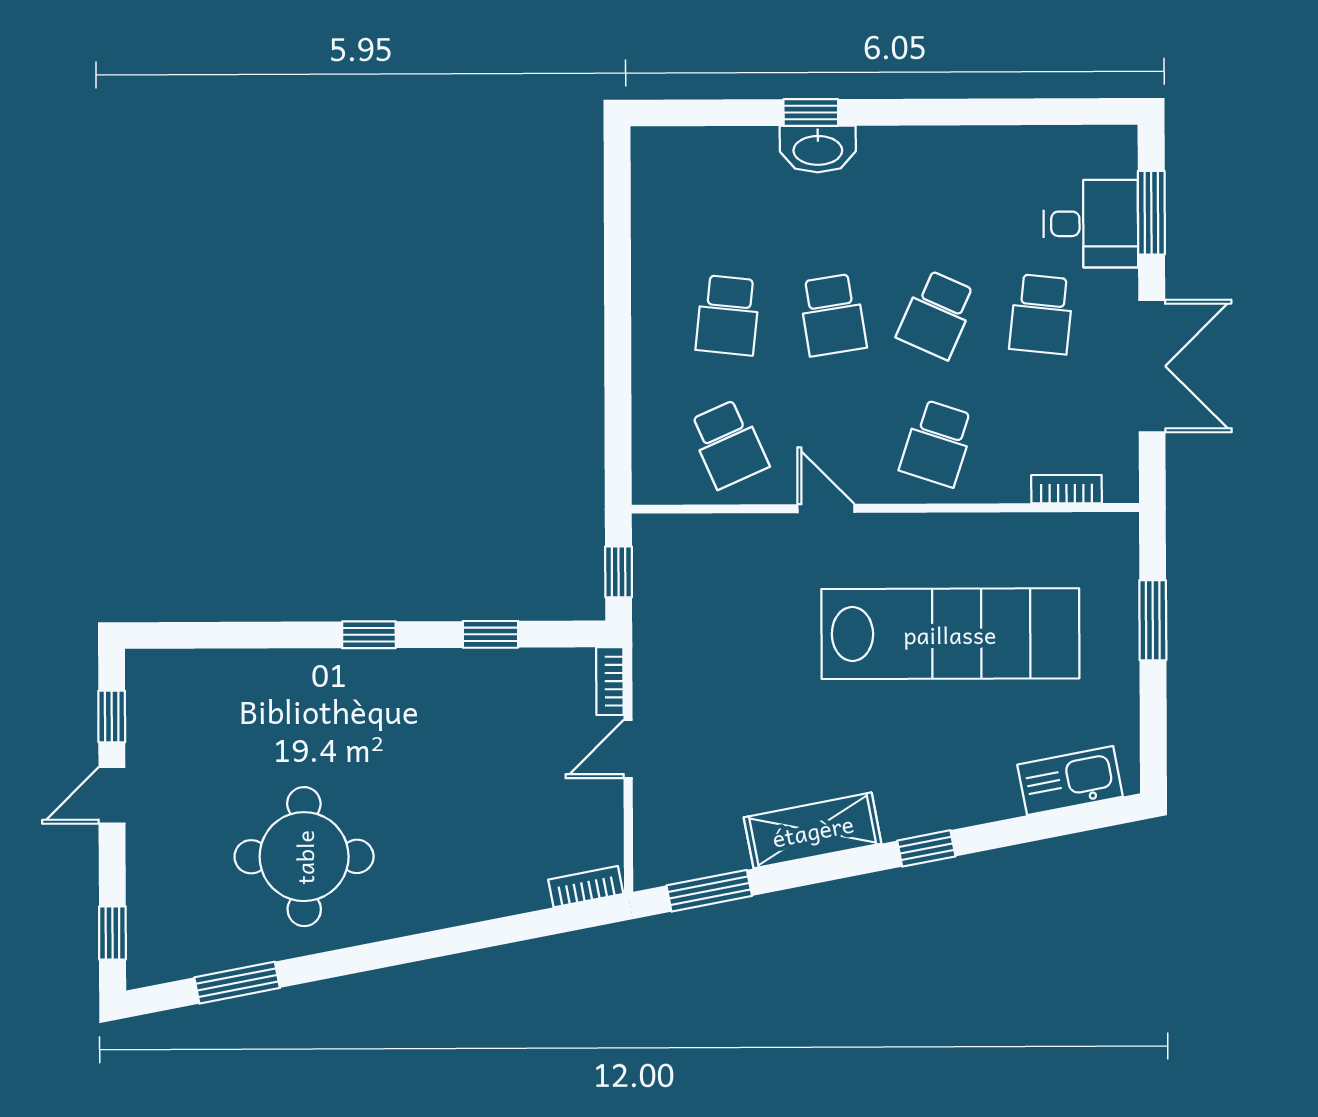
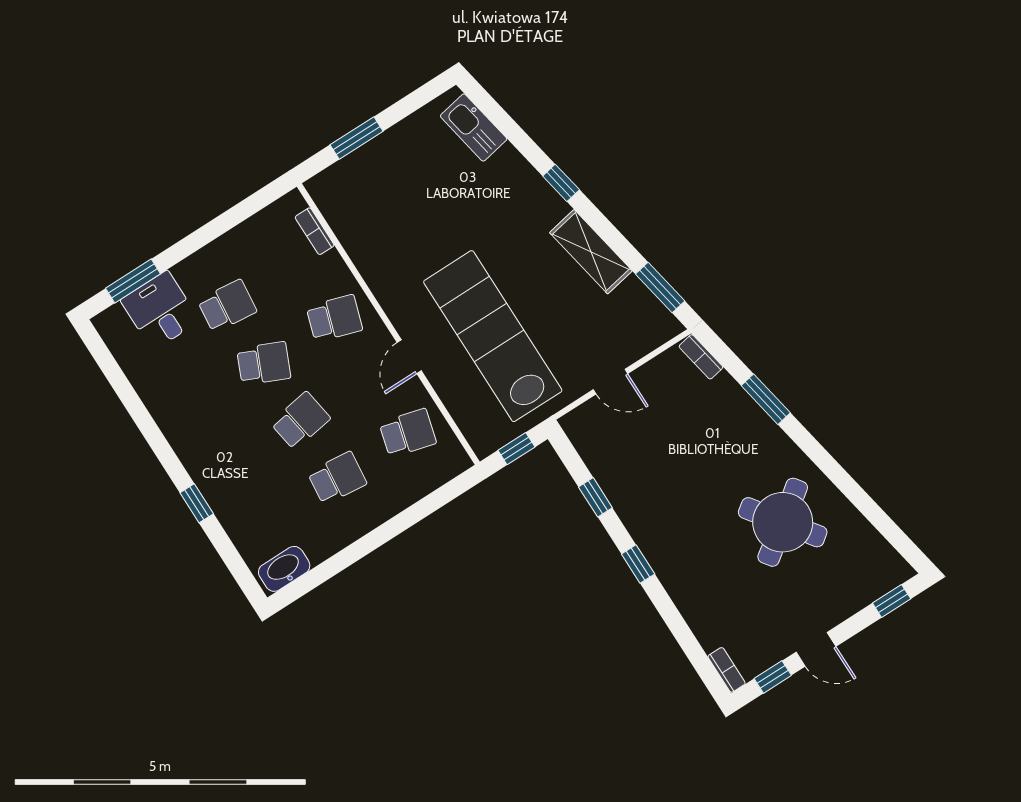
washbasin: (818, 149) -> (284, 569), moved, turned -90
double door: (1152, 366) -> (217, 227), removed
school desk: (728, 444) -> (408, 433), turned 39
lab bench: (950, 634) -> (493, 336), moved
bookcase: (610, 681) -> (727, 670), moved, turned -90
round table: (304, 857) -> (783, 522), turned -36
window: (237, 983) -> (766, 399), moved

